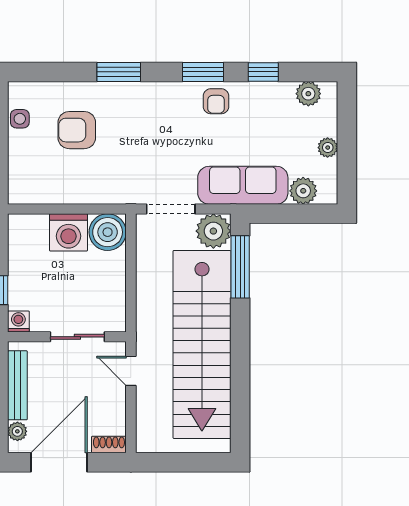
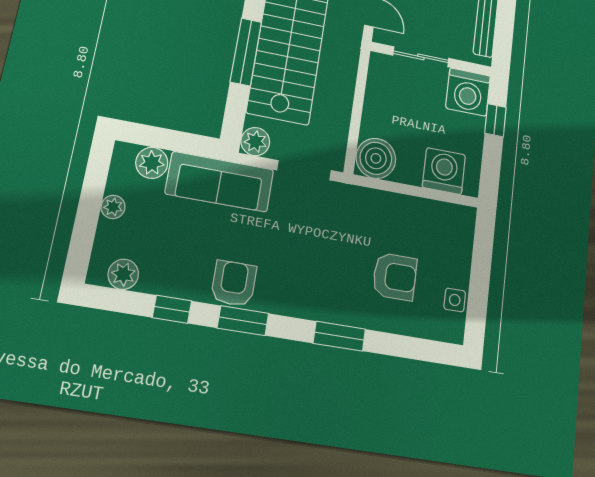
armchair: (216, 101) -> (234, 283), width x1.38, depth x1.38
plant: (213, 231) -> (255, 142), width x0.73, depth x0.73
washing machine: (68, 232) -> (444, 171), moved
window: (240, 267) -> (246, 52), moved
washing machine: (18, 321) -> (468, 92), width x1.89, depth x1.89

